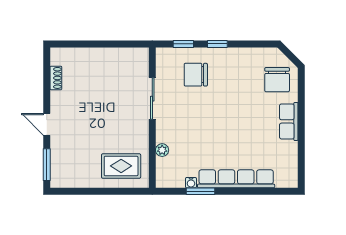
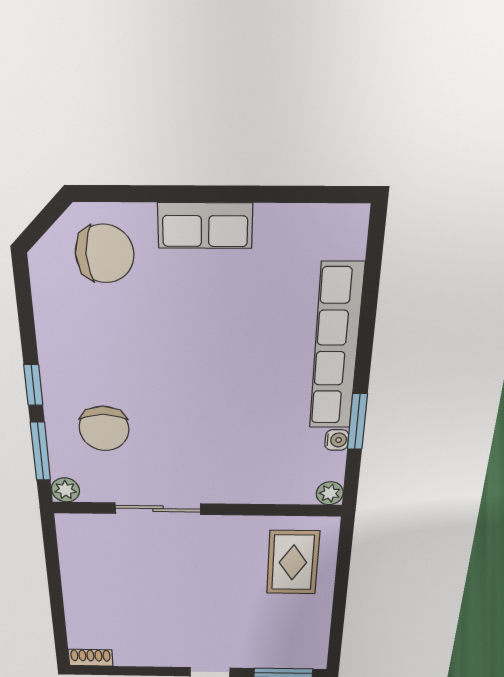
window: (183, 44) -> (40, 451), width x1.50
plant: (162, 54) -> (65, 490), added
shoe rack: (56, 78) -> (91, 658), moved
plant: (162, 150) -> (330, 493), moved

